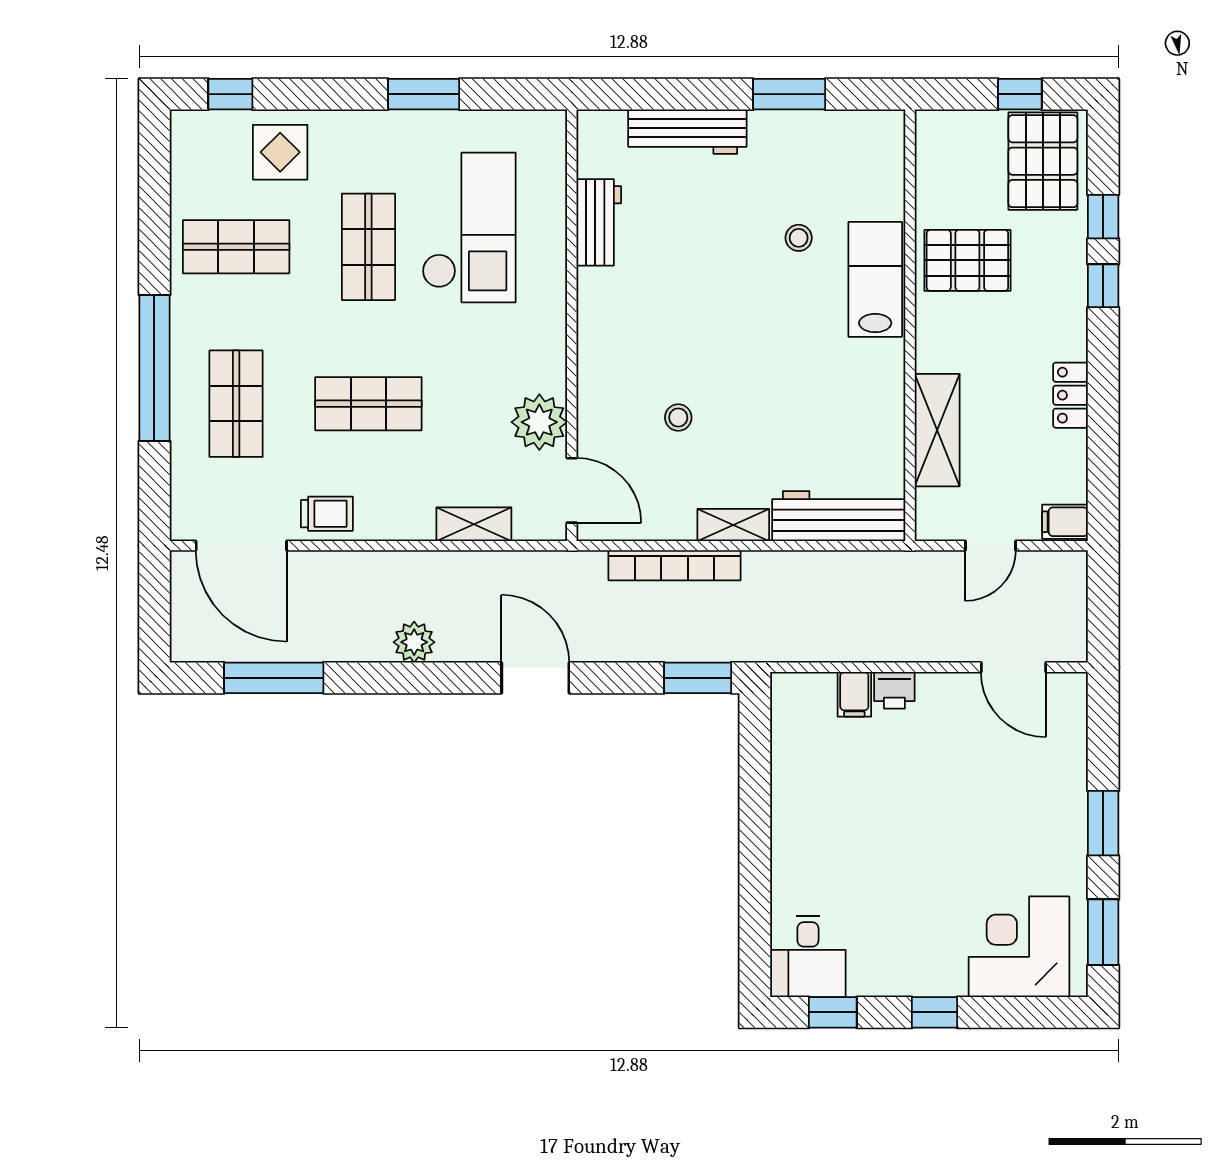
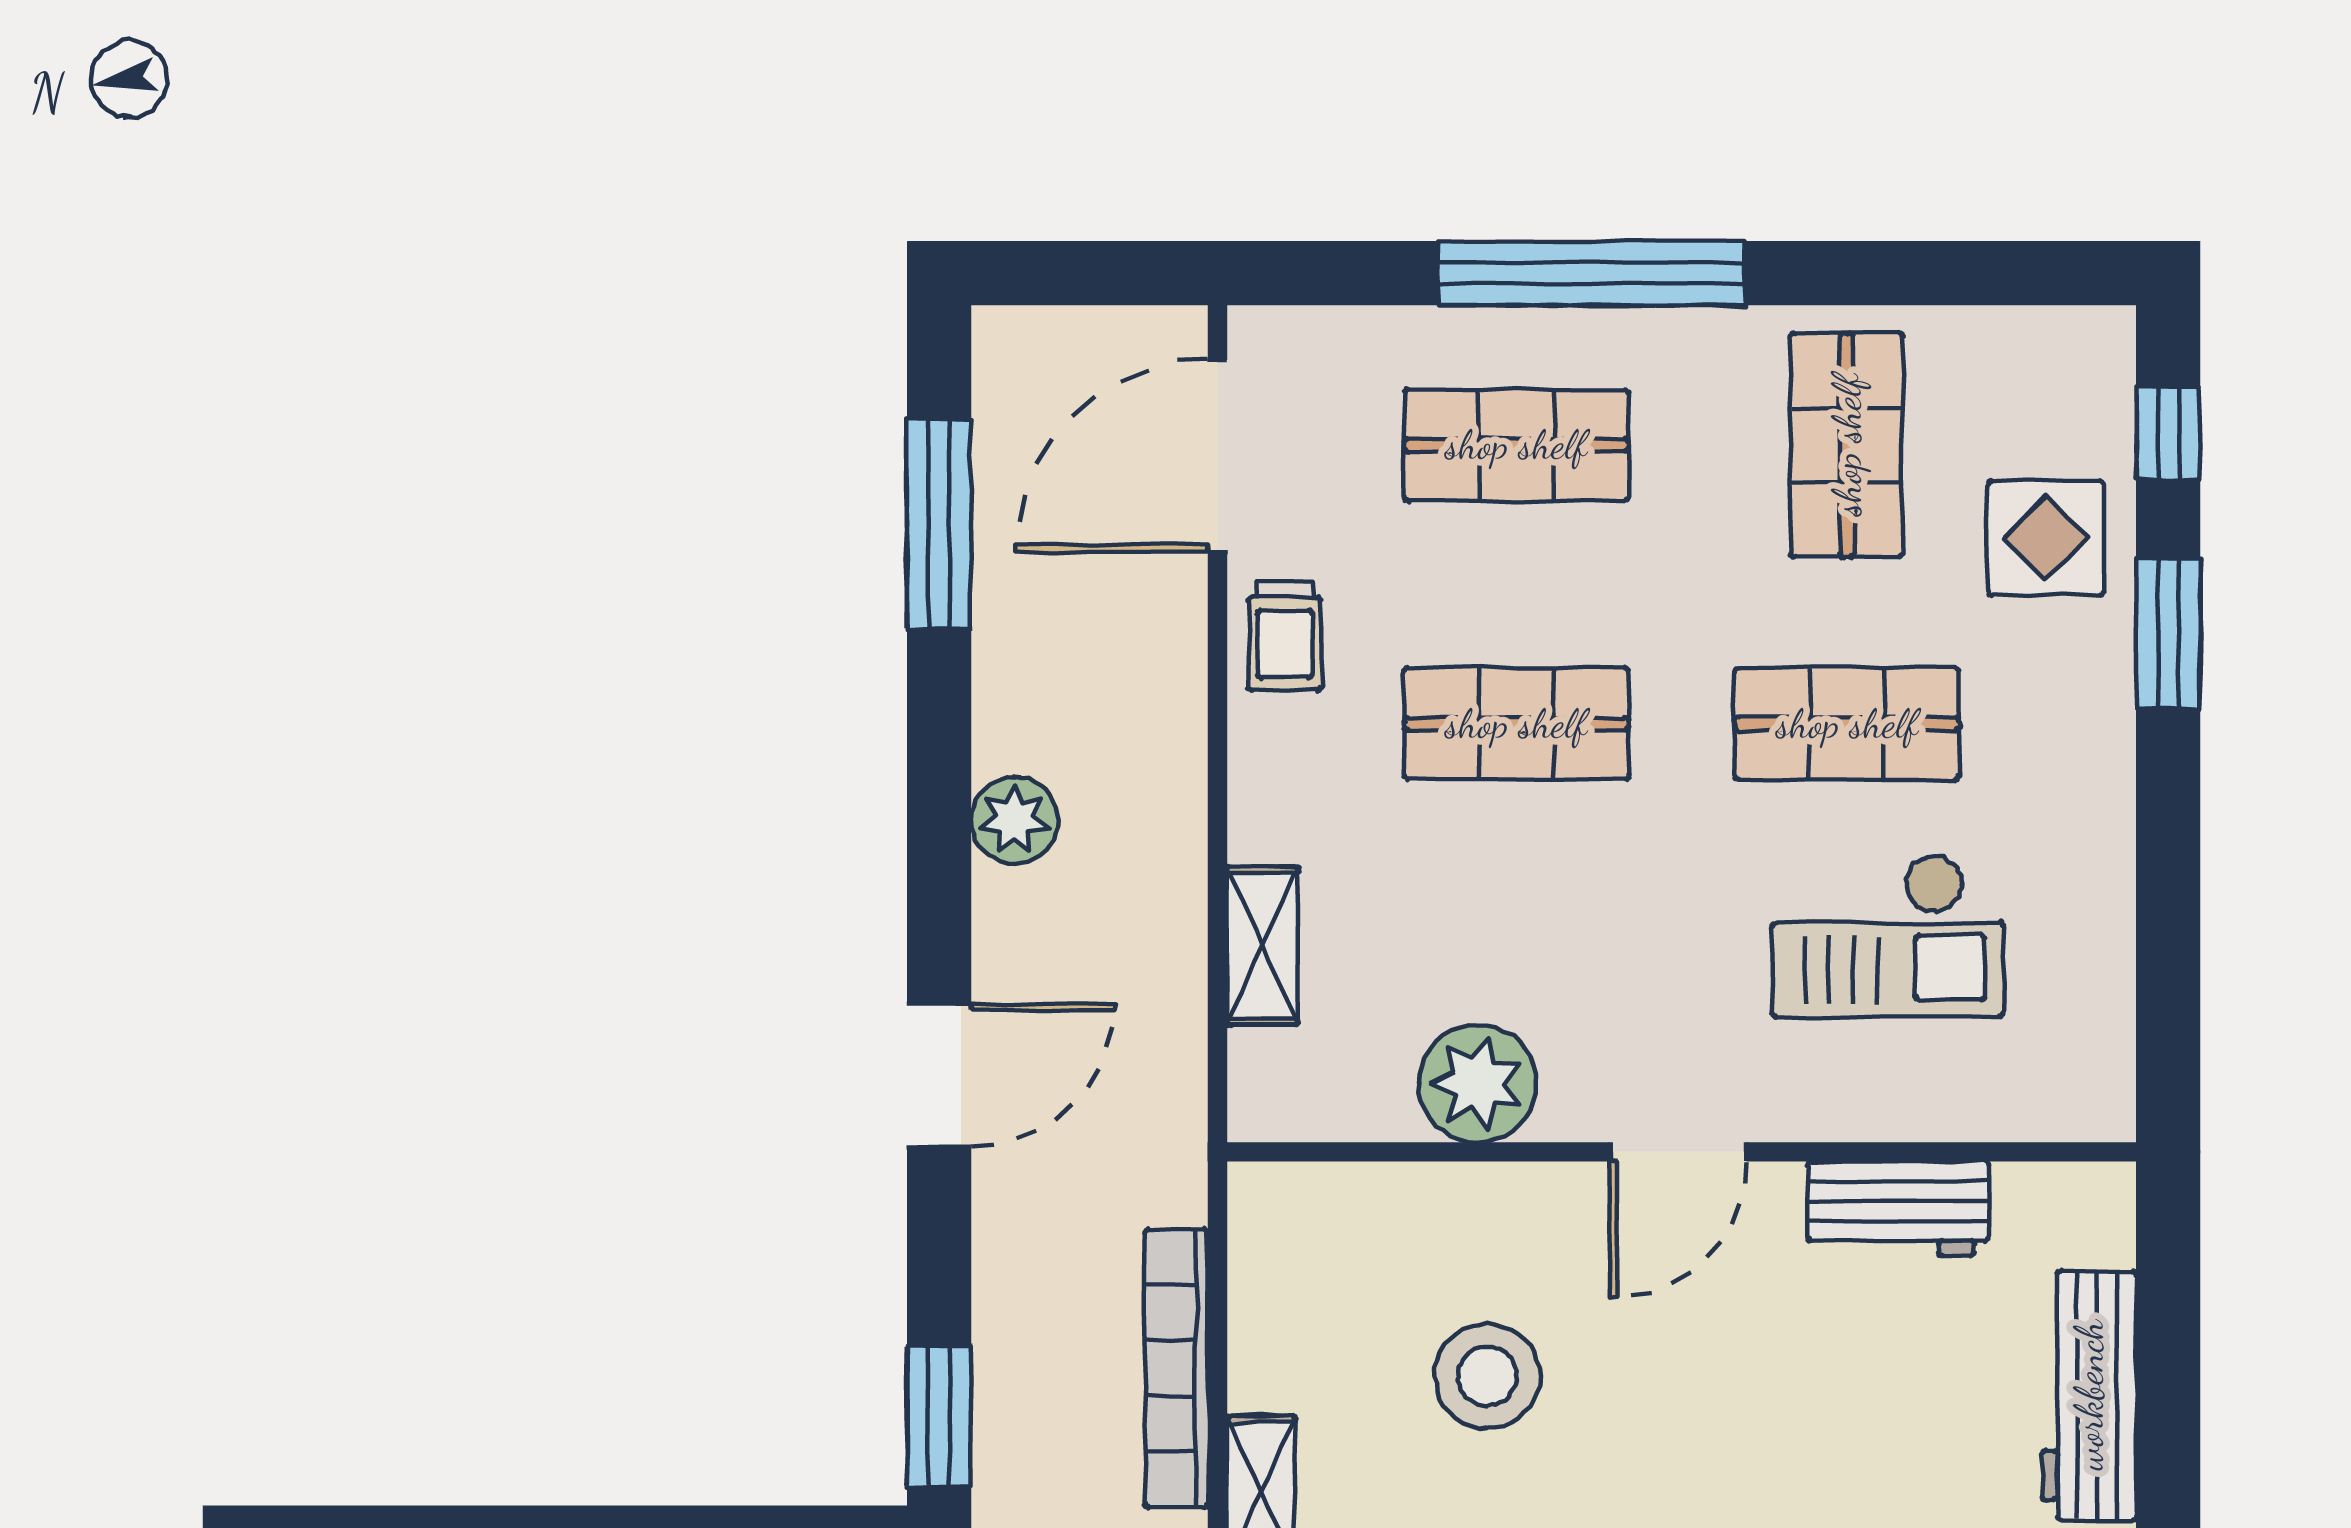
window: (424, 94) -> (2168, 634), moved
checkout: (469, 227) -> (1888, 935), width x0.73, depth x0.83
shop shelf: (368, 404) -> (1516, 724), turned 90
stool: (678, 418) -> (1487, 1376), width x1.89, depth x1.89
door: (572, 490) -> (1678, 1152), moved

